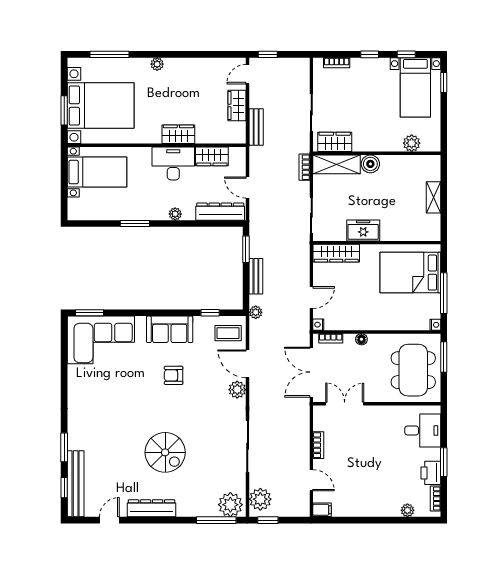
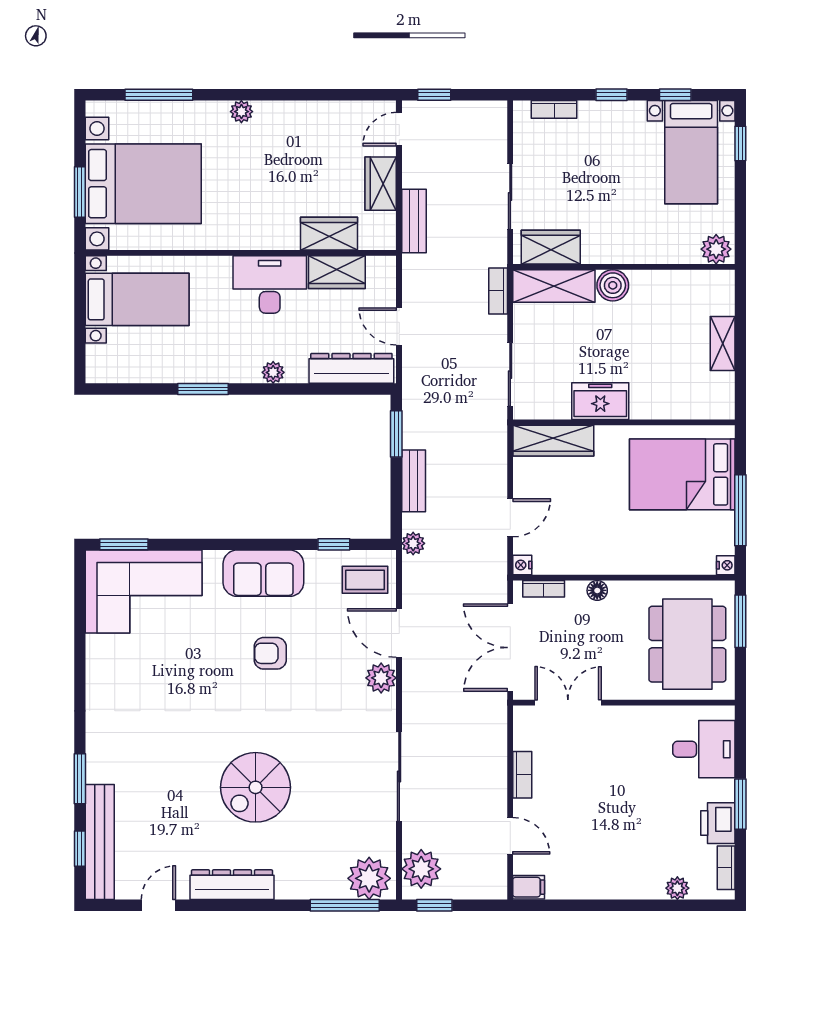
wardrobe: (178, 134) -> (329, 234), moved
plant: (412, 143) -> (716, 249), moved
spiral stairs: (165, 452) -> (256, 787), turned 90

